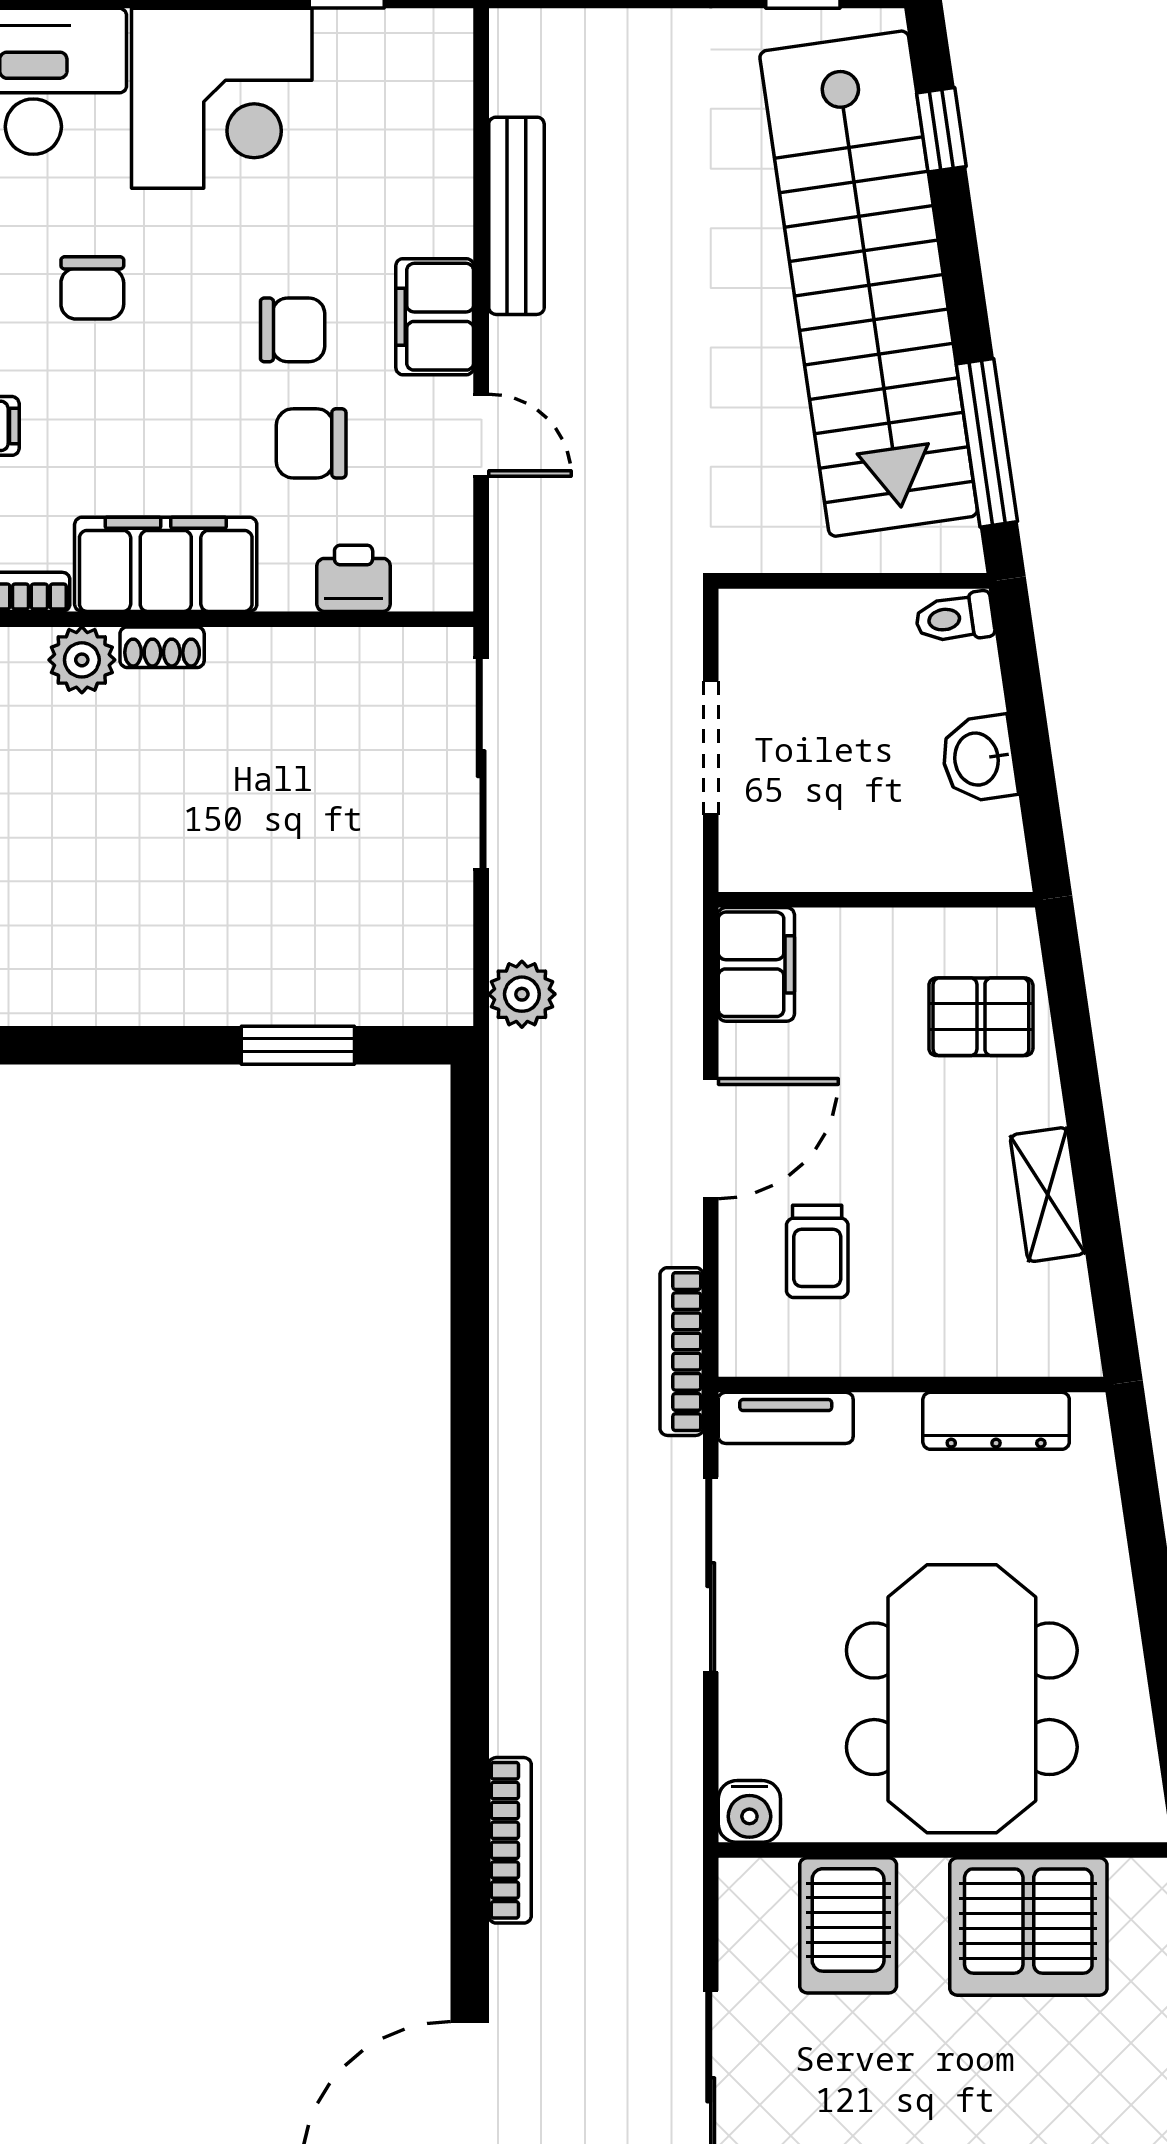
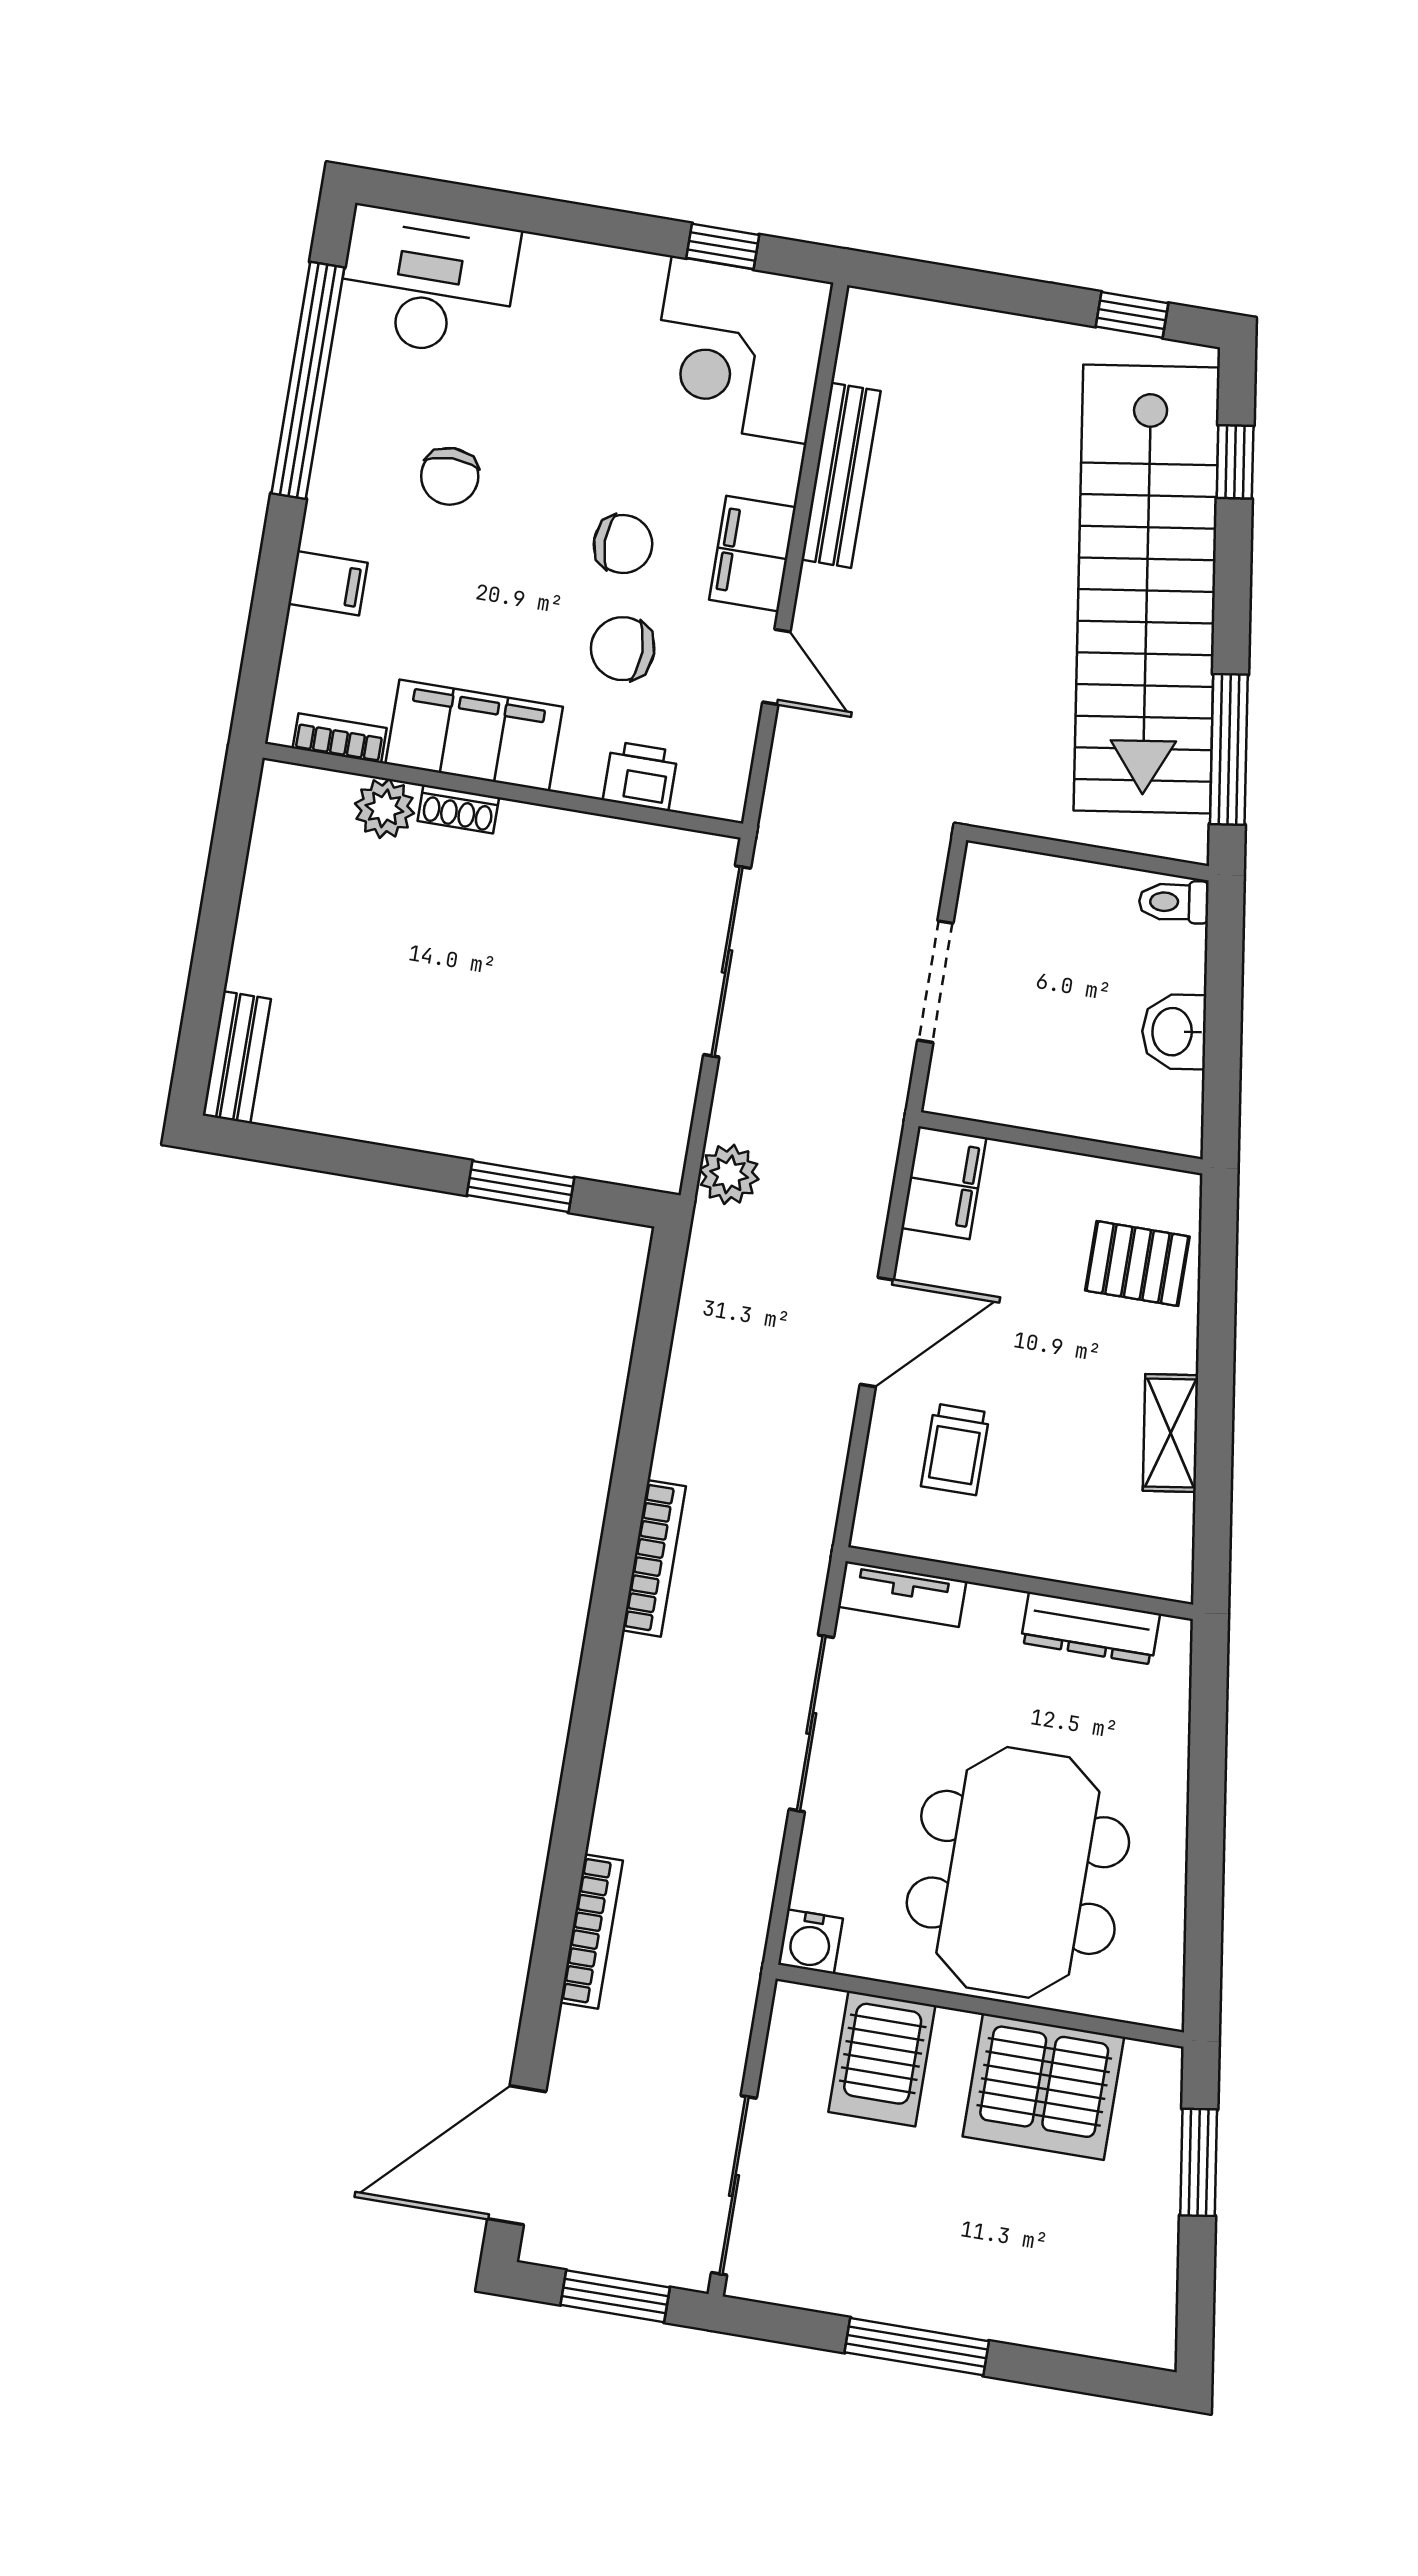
corner desk: (222, 98) -> (739, 350), moved, turned 90
bookcase: (682, 1352) -> (654, 1558), moved, turned 180

